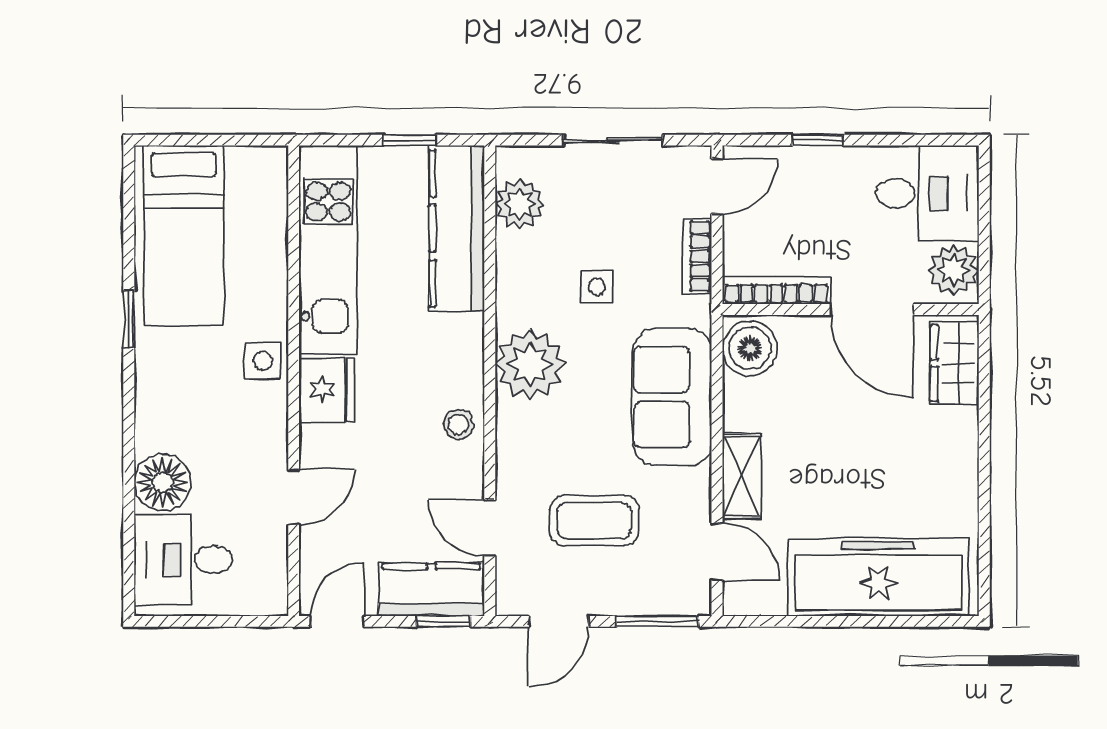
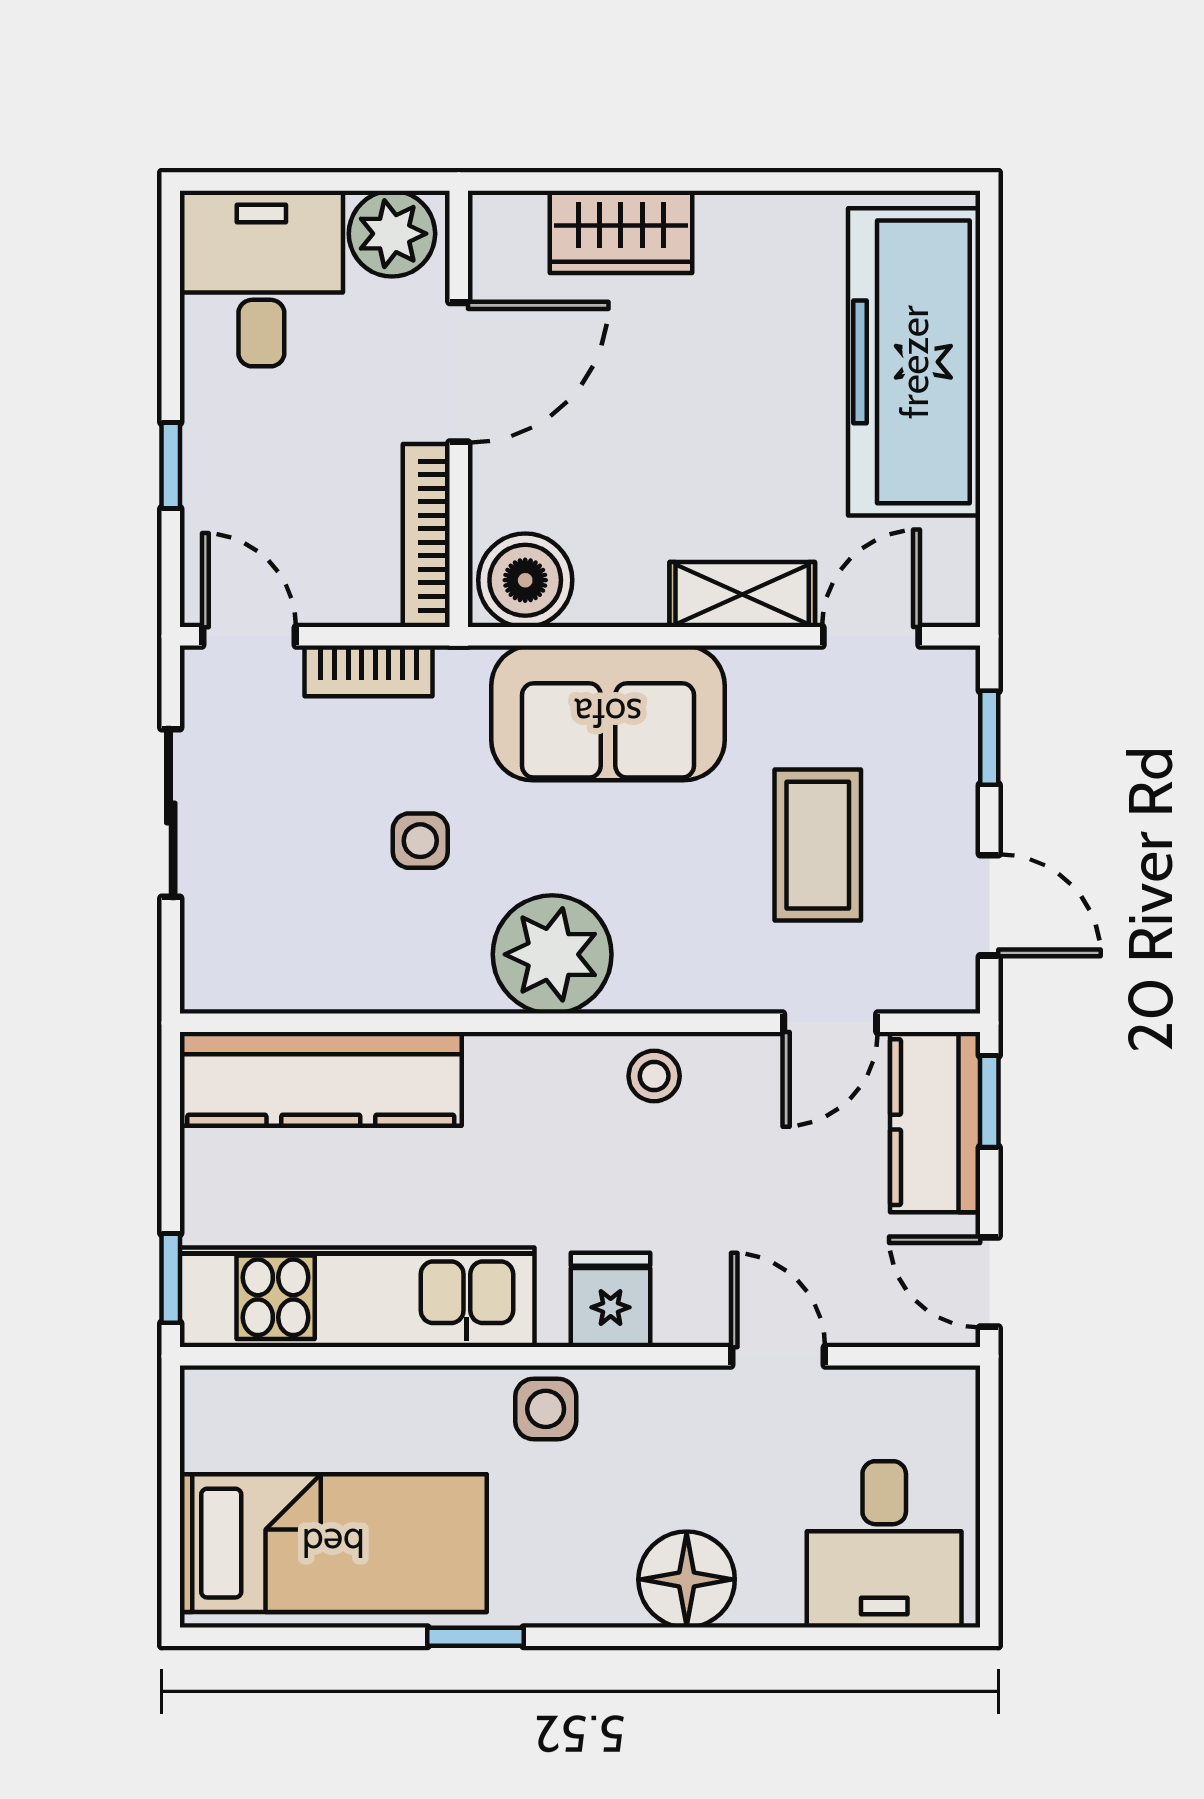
window: (409, 140) -> (171, 1278), moved
plant: (520, 204) -> (279, 972), removed
wardrobe: (955, 363) -> (621, 232), moved
fridge: (327, 390) -> (611, 1300), width x0.72
floor lamp: (162, 482) -> (687, 1579), moved
window: (657, 621) -> (989, 738), width x0.67

